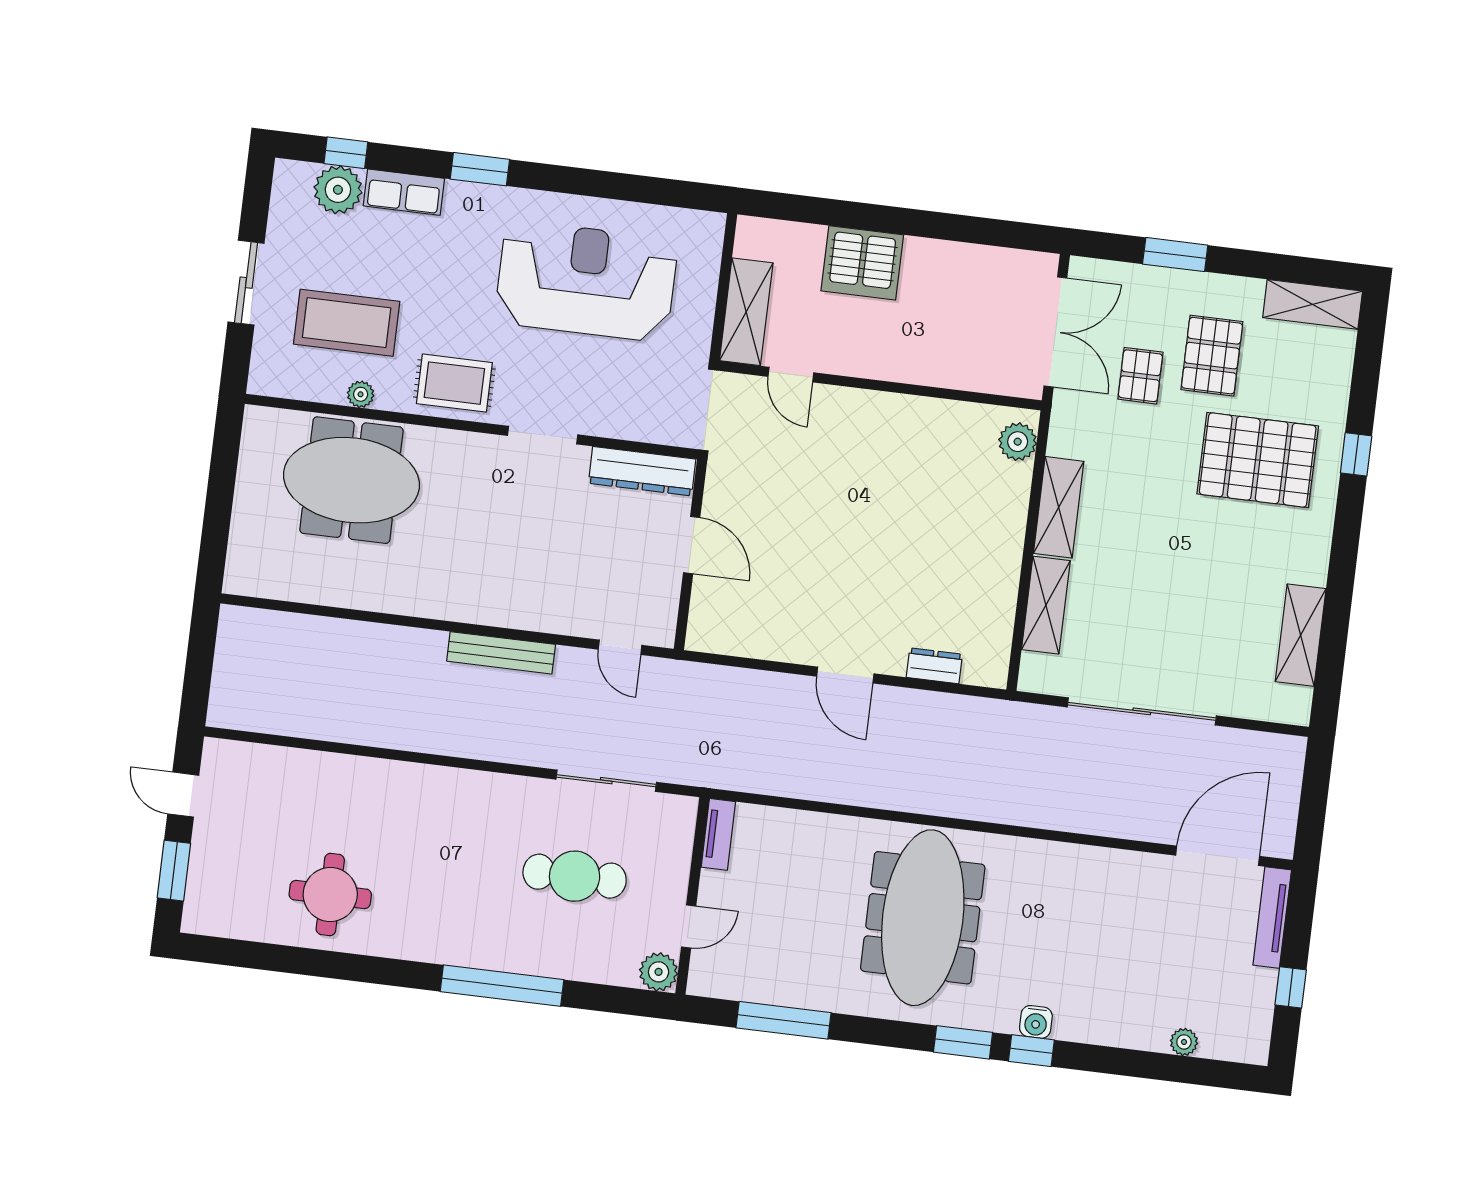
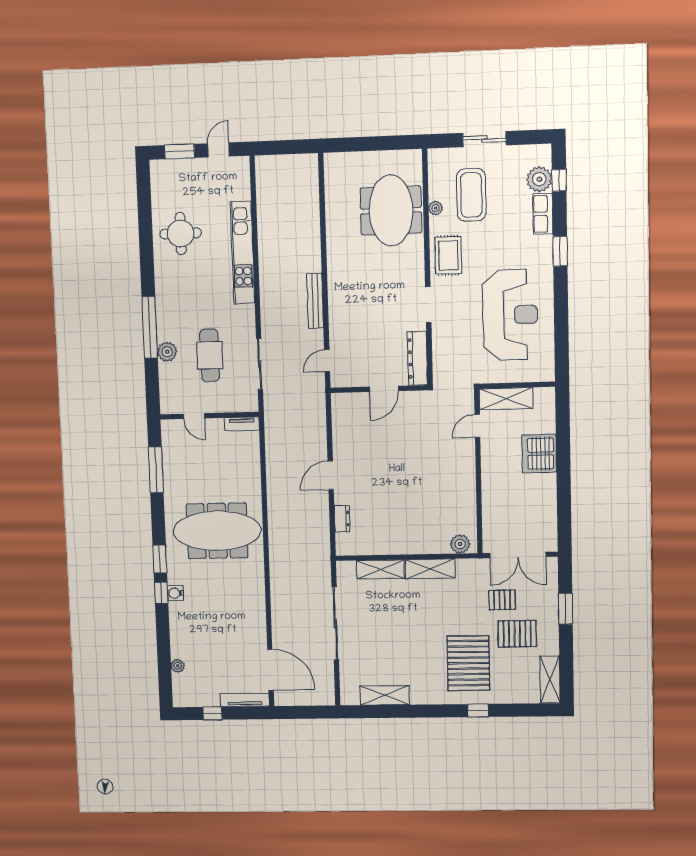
kitchen unit: (386, 779) -> (243, 253), added
plant: (659, 972) -> (167, 352), moved

